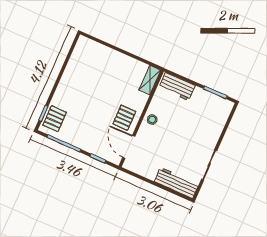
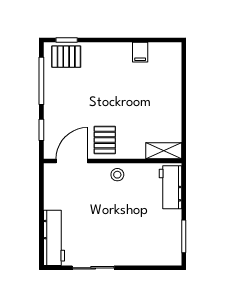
filing cabinet: (74, 66) -> (140, 52), added
pallet: (124, 118) -> (105, 140), turned 90

